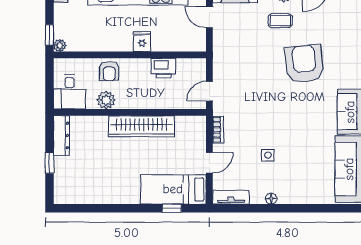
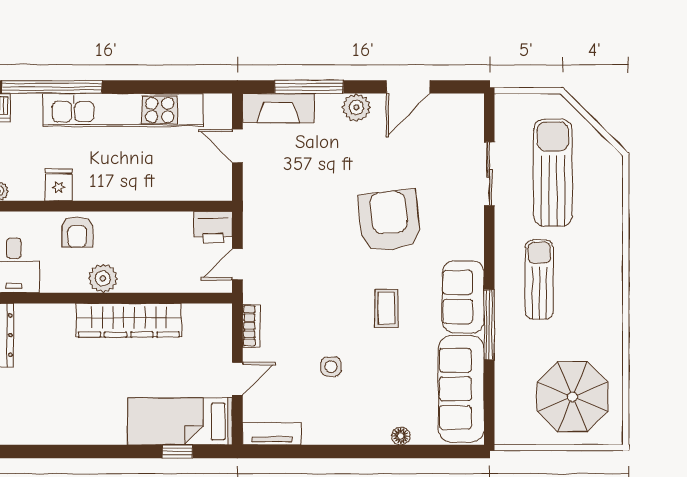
coffee table: (280, 21) -> (387, 308), moved, turned 90
fridge: (142, 42) -> (58, 185), moved
printer: (163, 68) -> (213, 227), moved
plant: (106, 100) -> (103, 278), moved
floor lamp: (271, 199) -> (401, 436), moved

